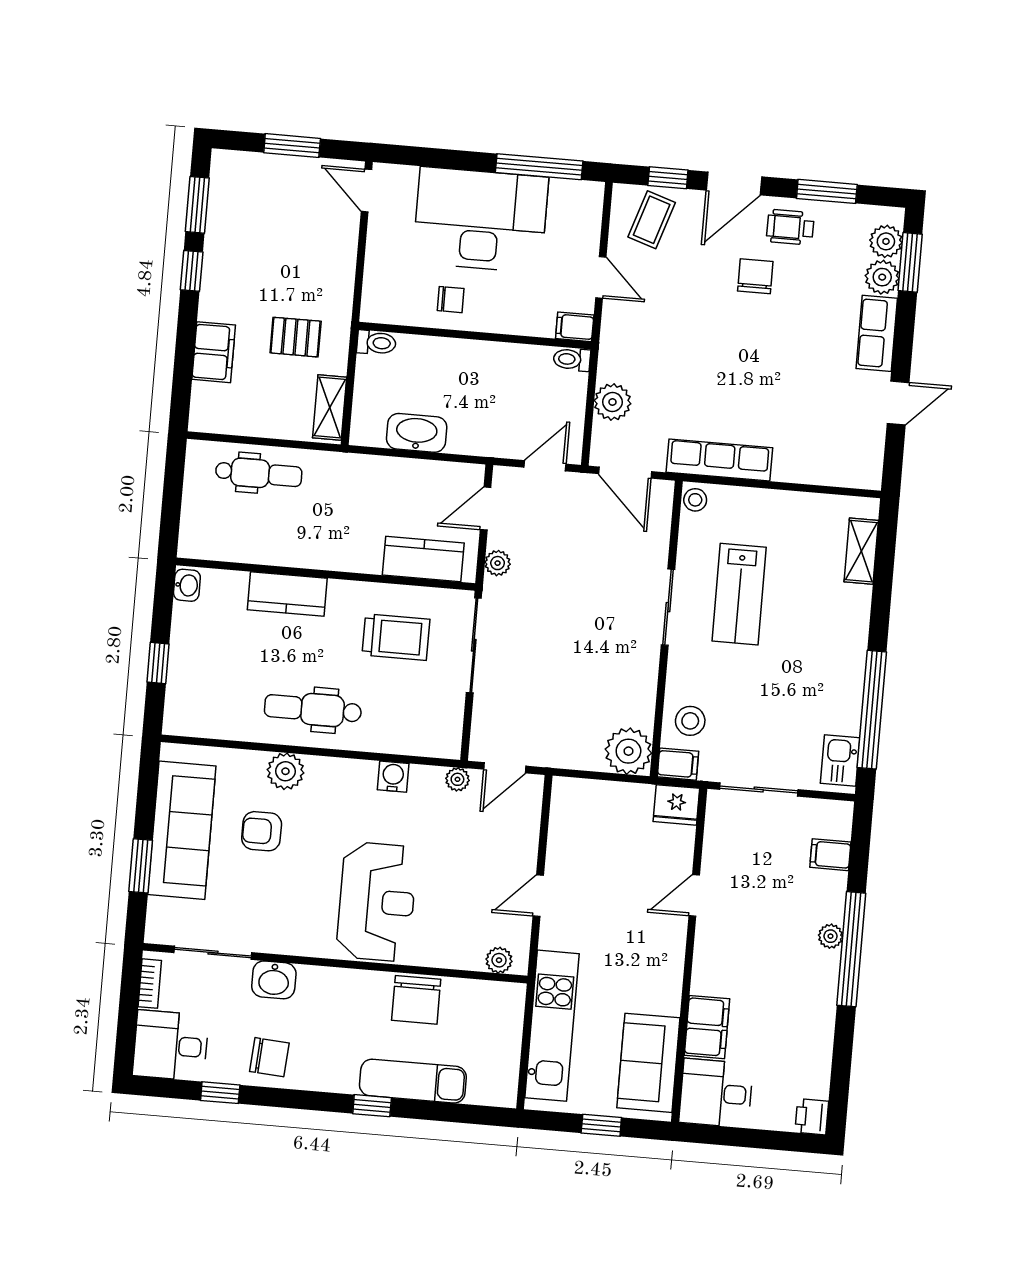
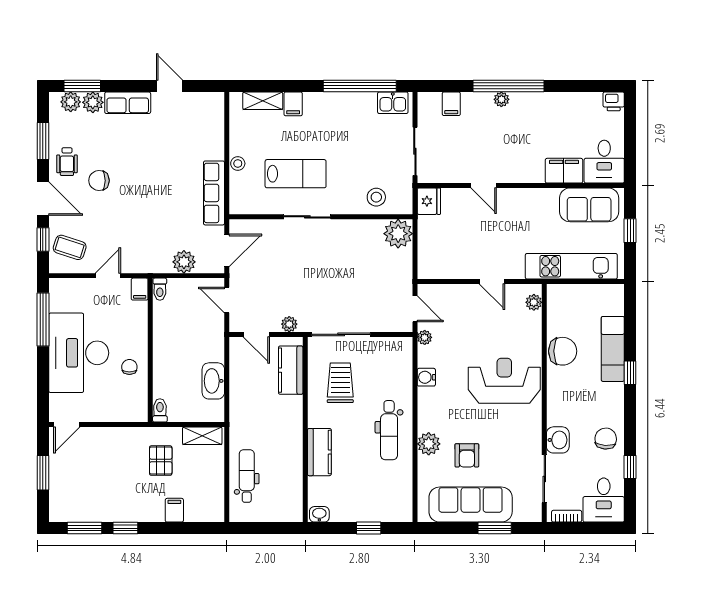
filing cabinet: (214, 352) -> (174, 510), width x0.50
stool: (695, 500) -> (238, 163), moved
filing cabinet: (678, 764) -> (293, 104), moved, turned 180

